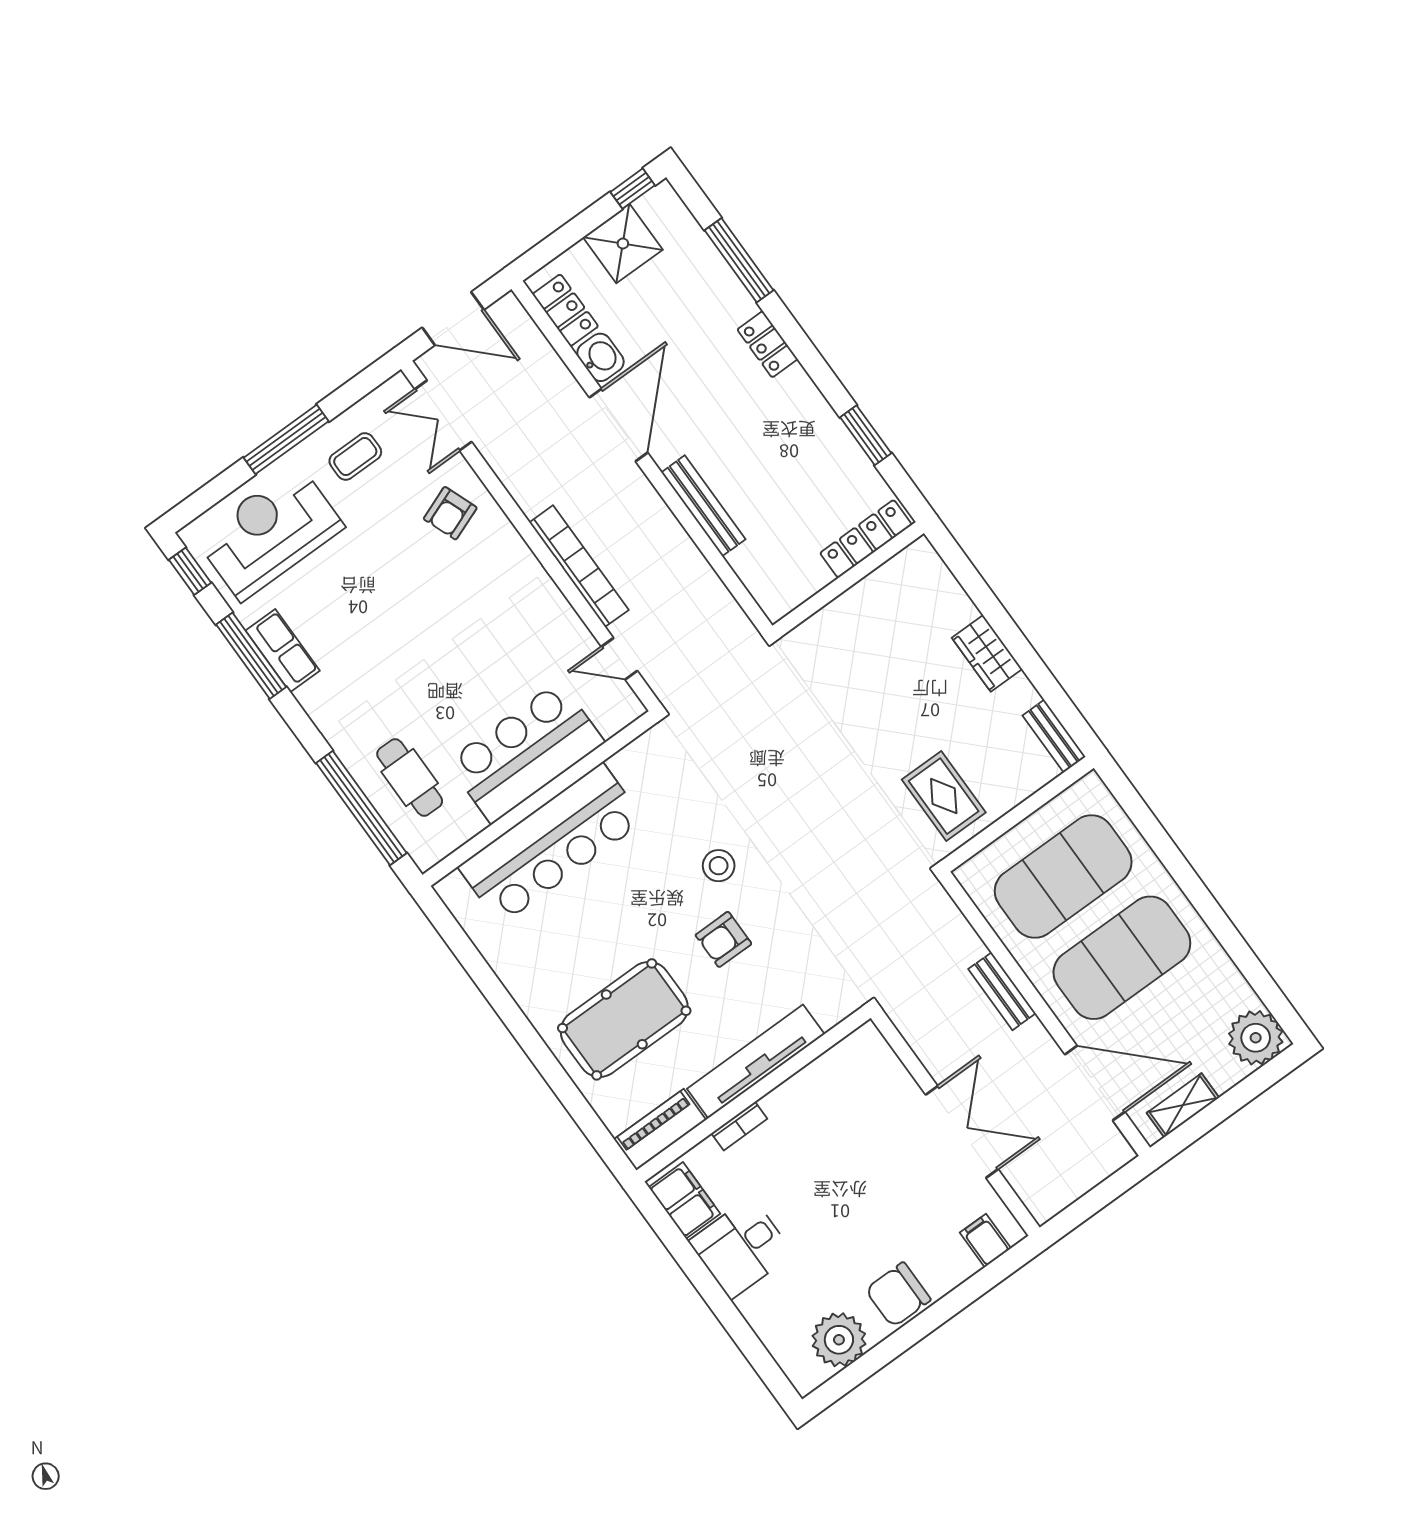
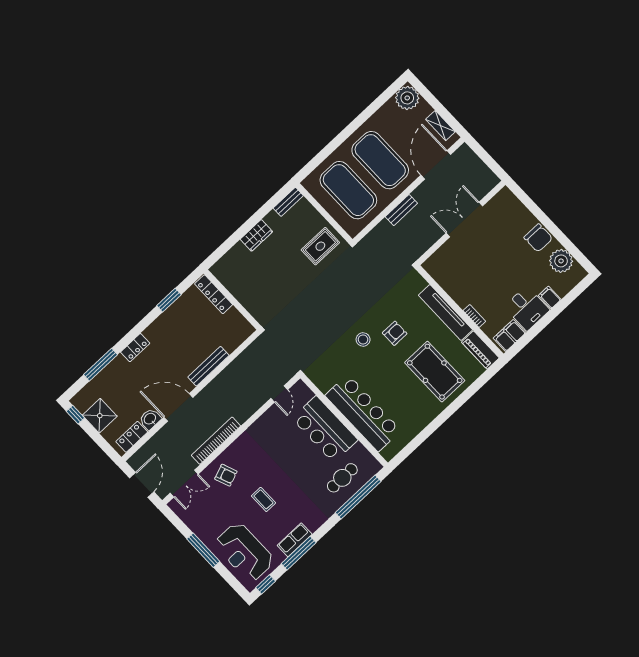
coffee table: (355, 456) -> (263, 499), moved
bookcase: (579, 566) -> (216, 441), moved
armchair: (723, 939) -> (395, 333), turned -90
filing cabinet: (985, 1240) -> (550, 297), moved, turned 90

